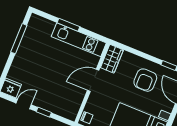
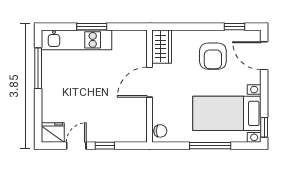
kitchen unit: (79, 40) -> (77, 40), moved

